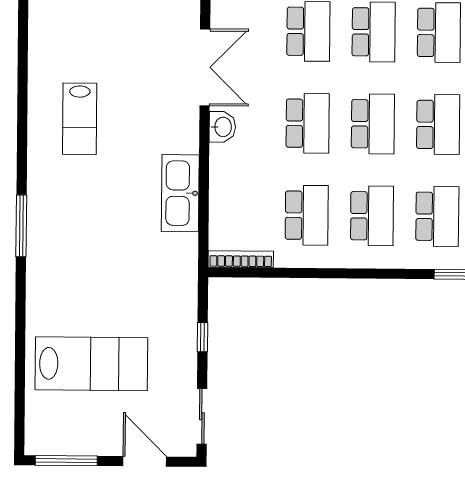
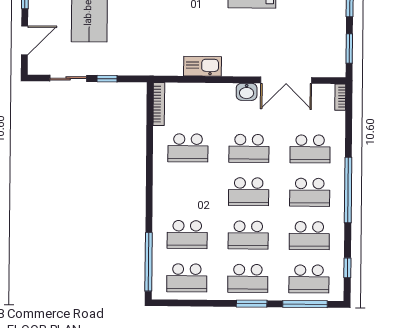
kitchen sink: (180, 193) -> (203, 66), width x0.73, depth x0.81
school desk: (372, 216) -> (188, 191), removed
sliding door: (202, 416) -> (68, 78), moved

